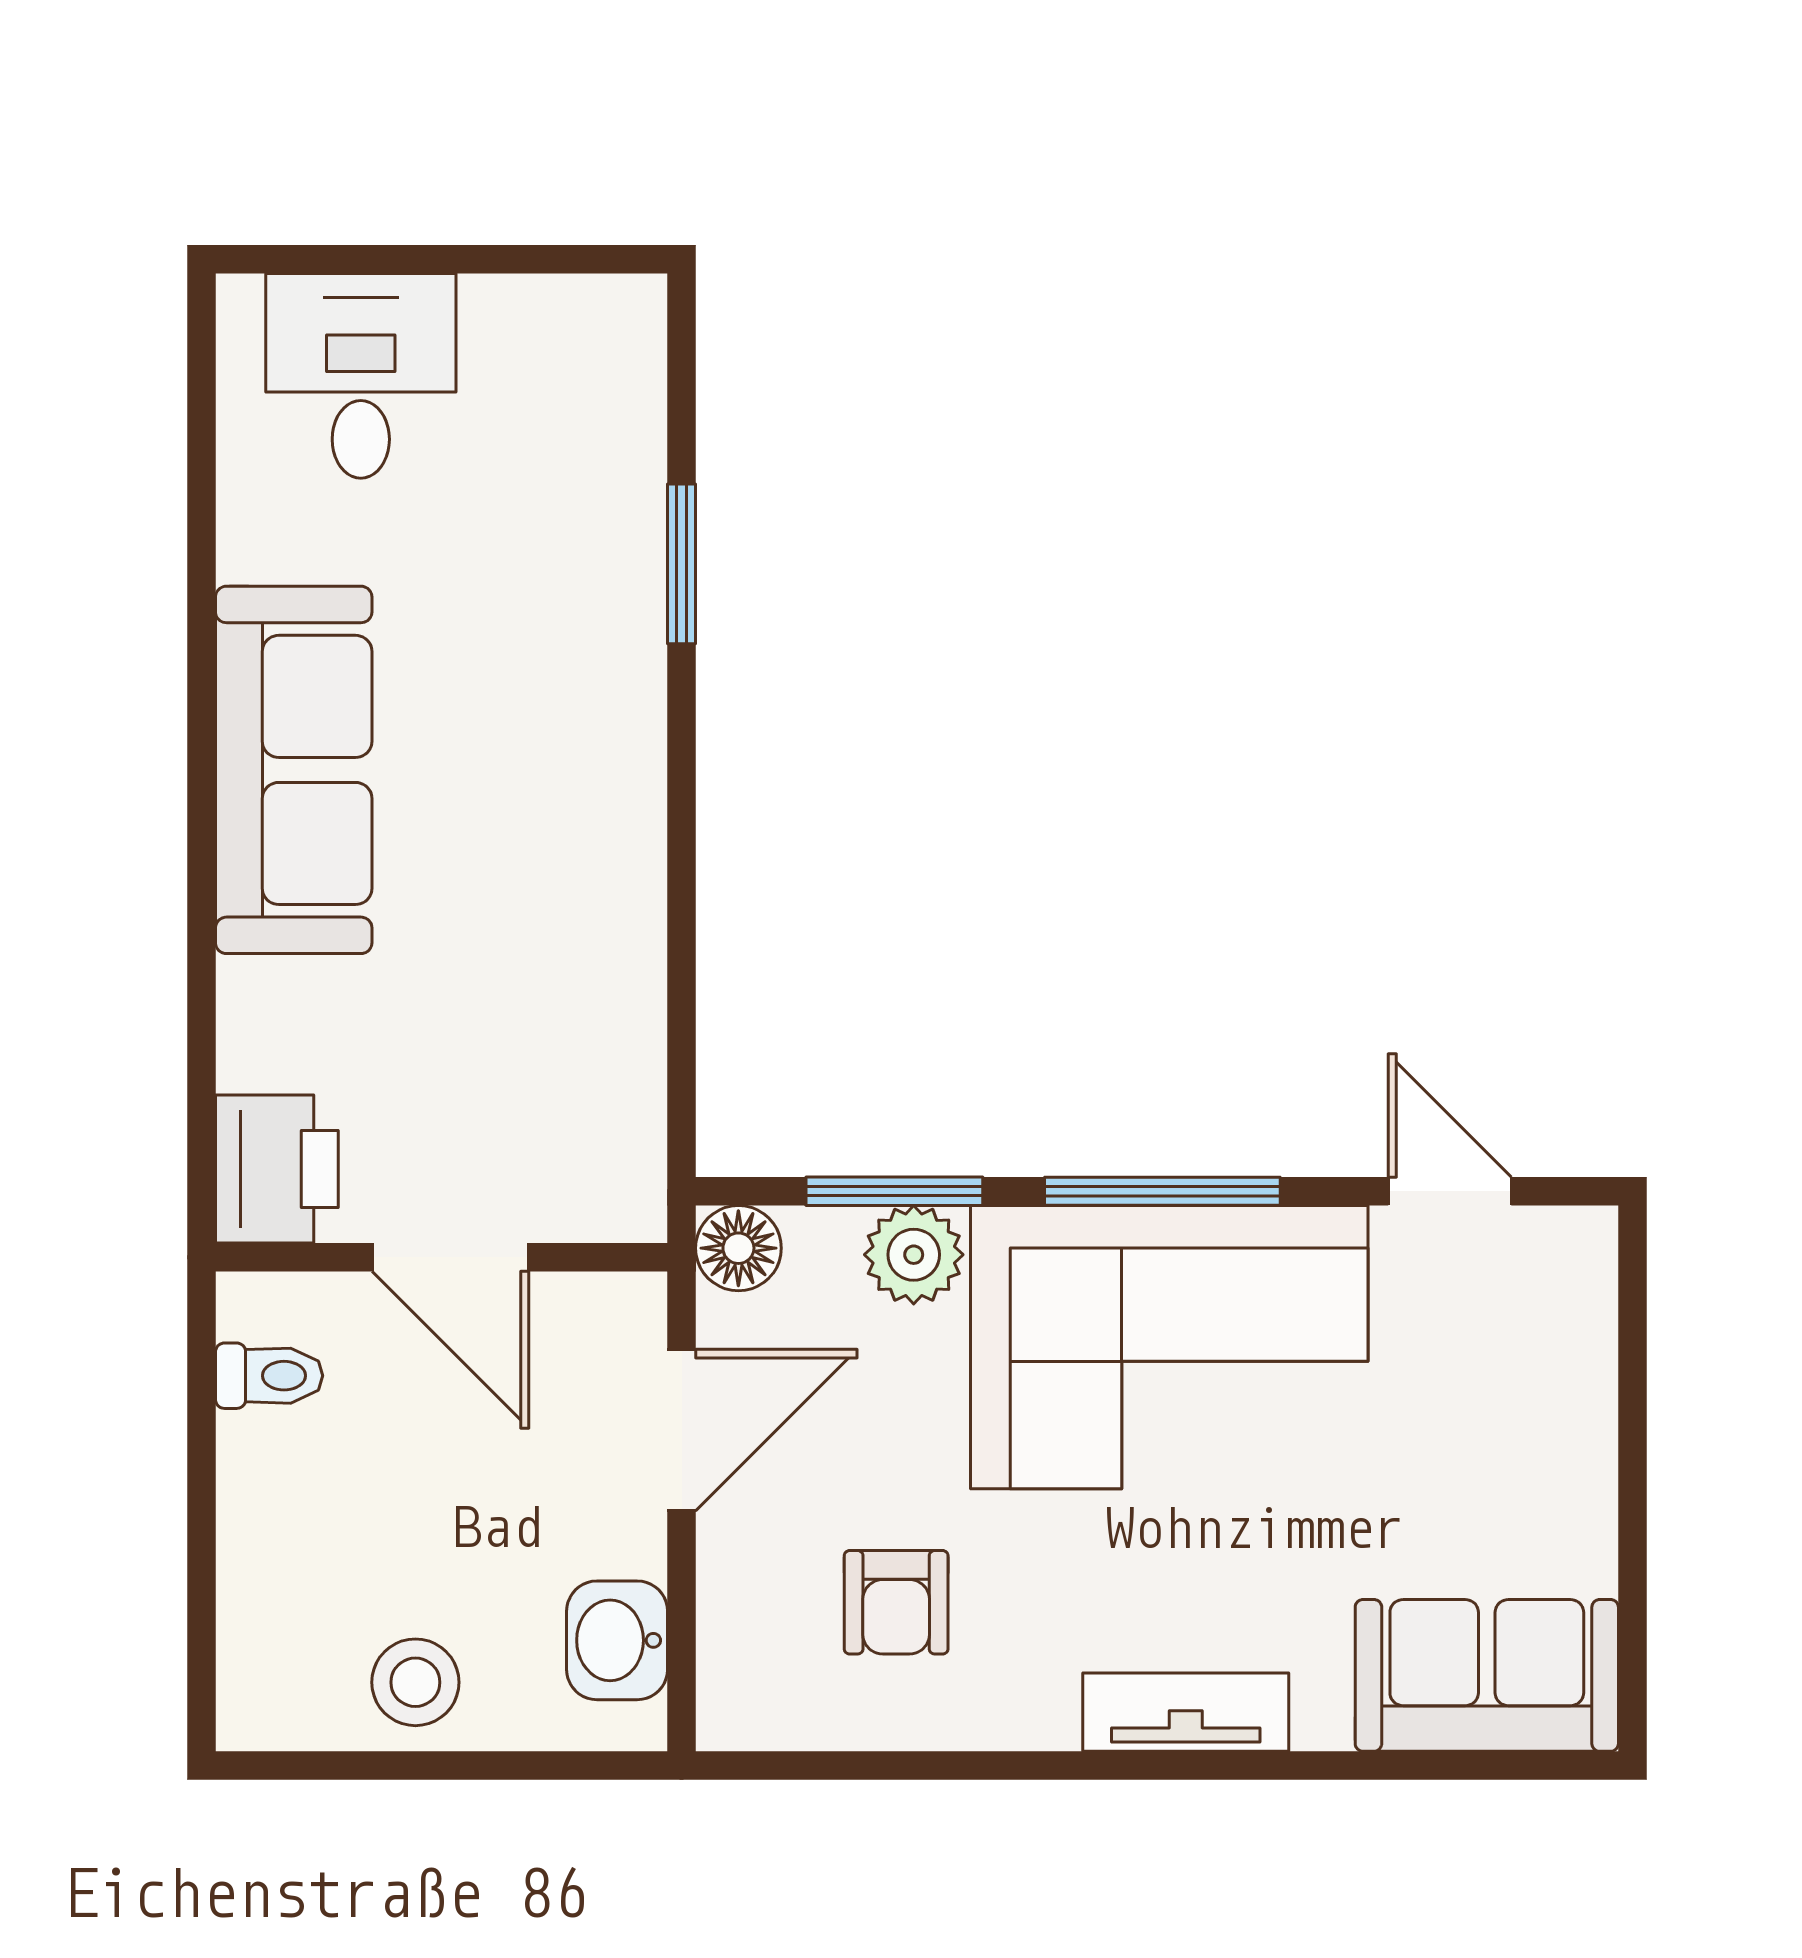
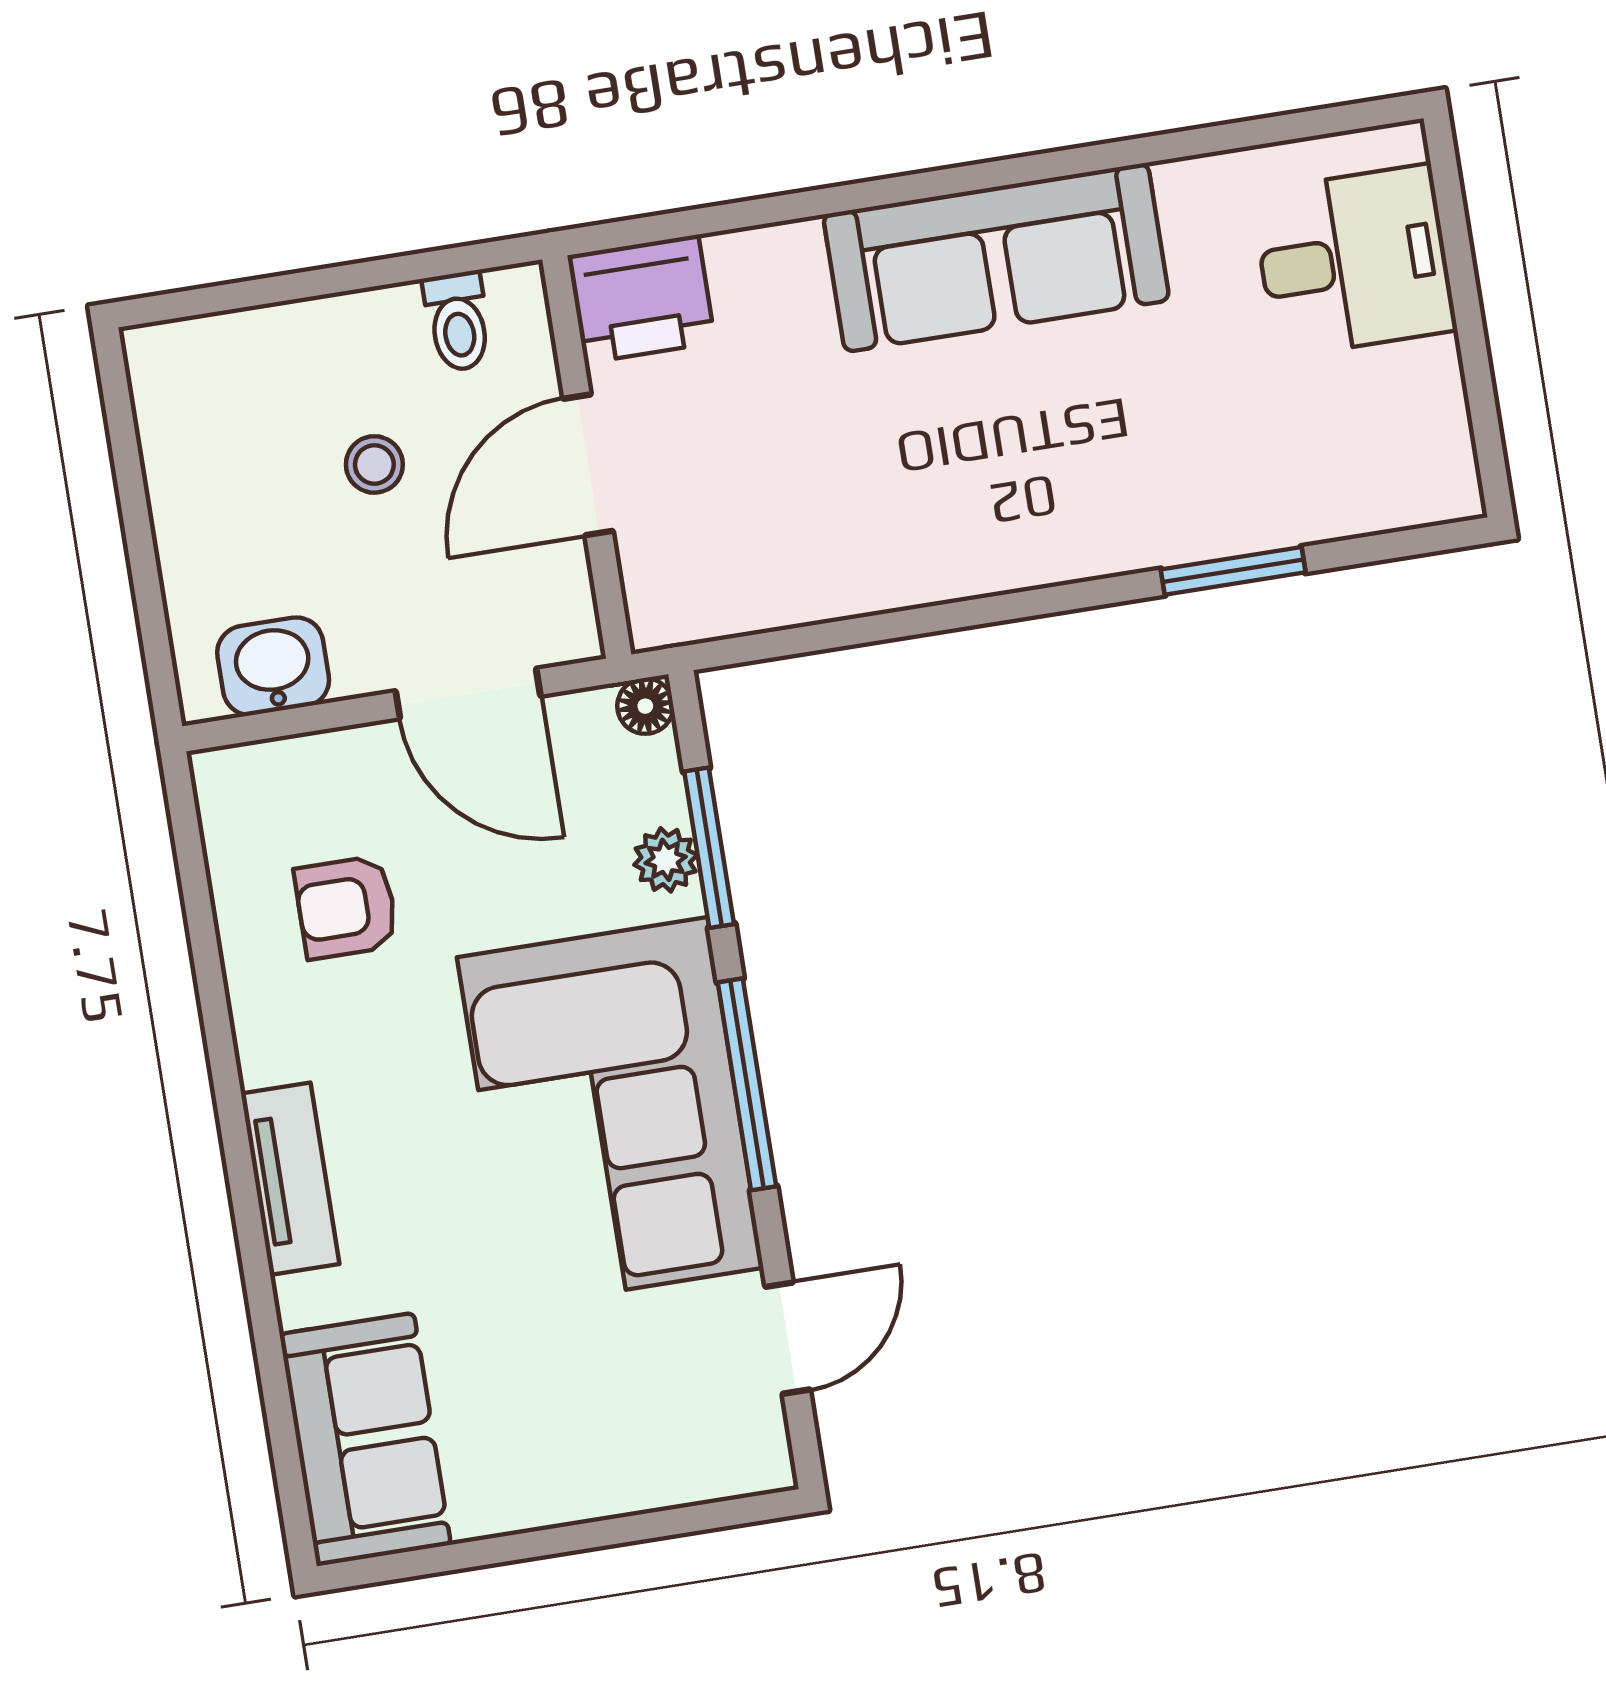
floor lamp: (738, 1248) -> (645, 706), width x0.73, depth x0.73
plant: (914, 1255) -> (666, 860), width x0.73, depth x0.73
stool: (415, 1682) -> (374, 464), moved, width x0.73, depth x0.73

